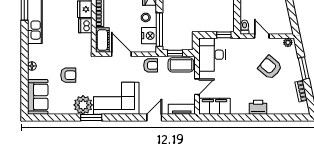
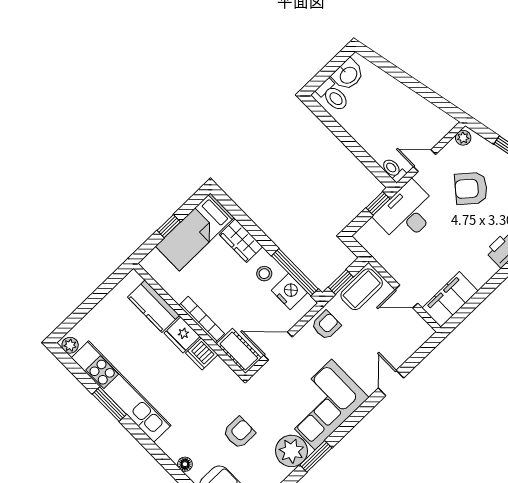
desk: (212, 55) -> (407, 213), moved, turned 90
door: (197, 87) -> (406, 297), swing flipped
tv unit: (182, 109) -> (414, 341), removed

